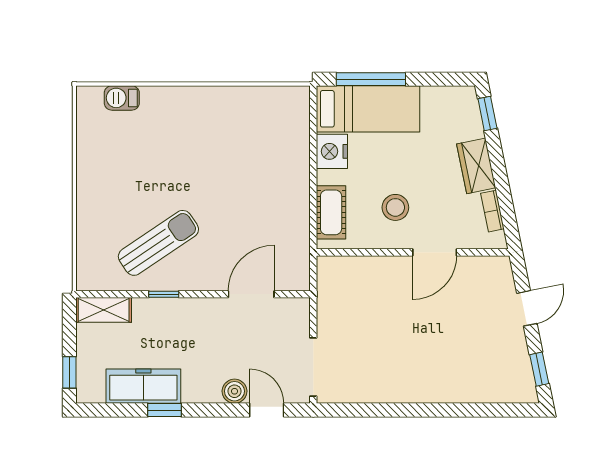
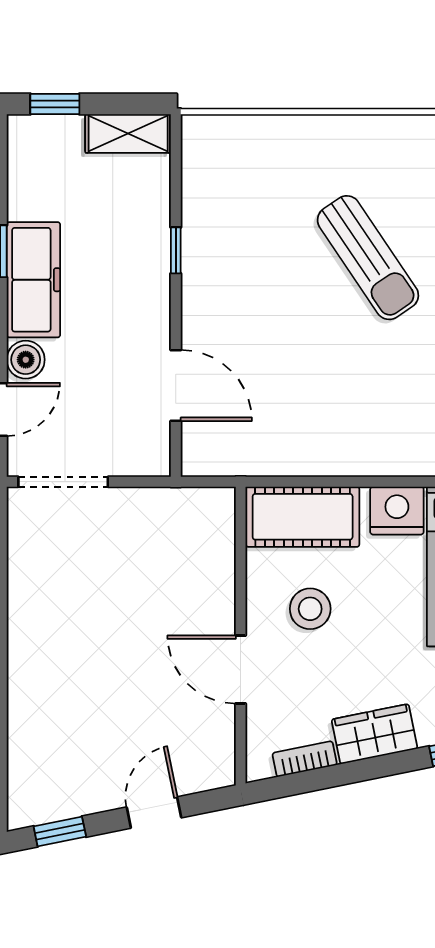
cot: (331, 212) -> (303, 517), width x1.37, depth x1.34
sun lounger: (158, 243) -> (368, 258), moved
door: (527, 308) -> (154, 812), swing flipped
shelving: (104, 310) -> (128, 133), moved, turned 90
freezer: (143, 386) -> (33, 280), moved

